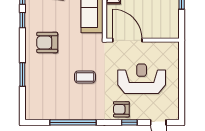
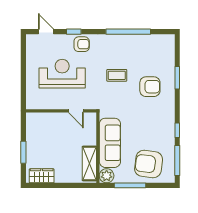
door: (127, 40) -> (76, 111), width x0.53
armchair: (47, 42) -> (150, 87), moved
reception desk: (142, 79) -> (62, 74), turned 180

